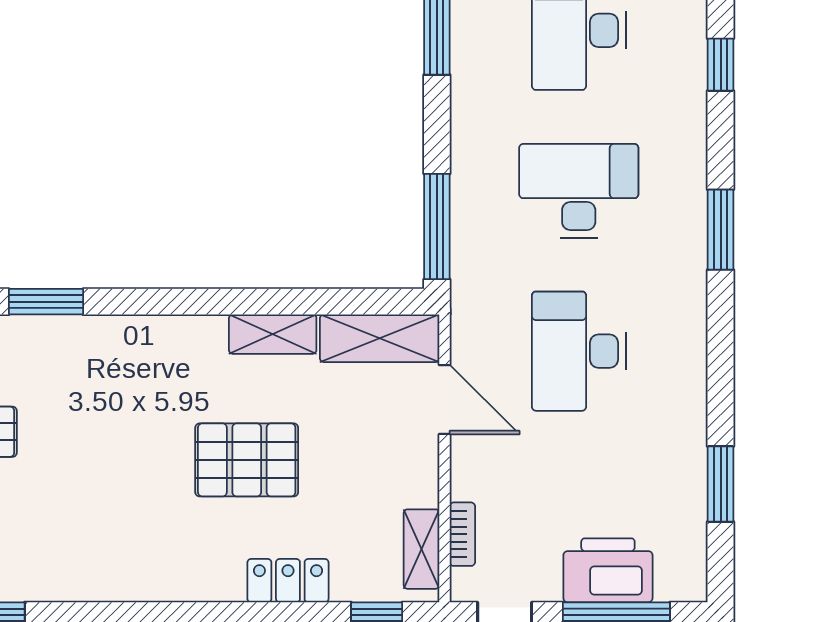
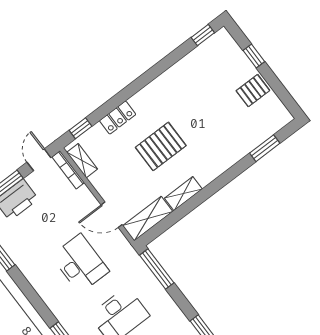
bookcase: (462, 534) -> (68, 170), width x1.56

